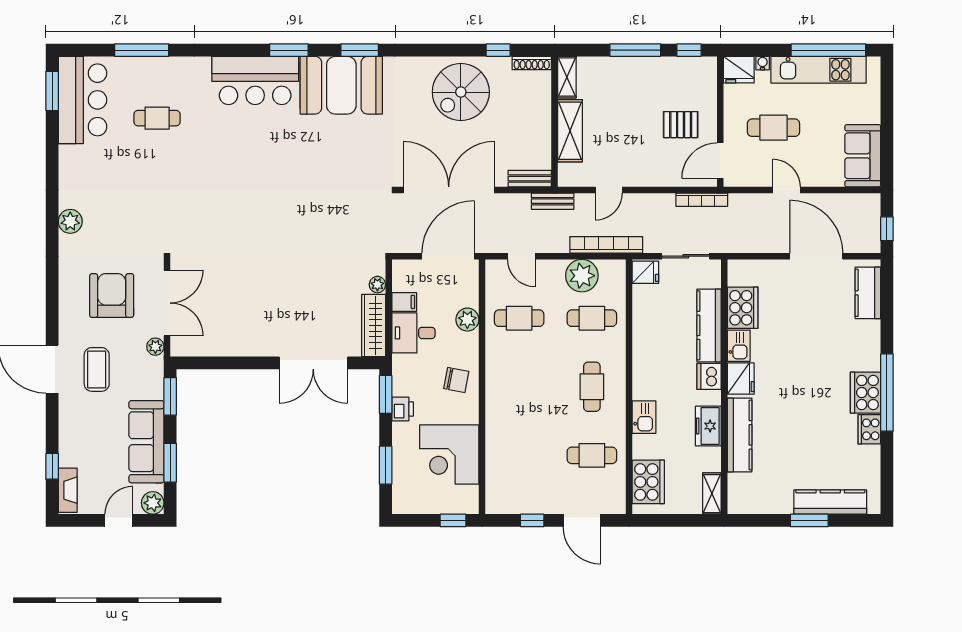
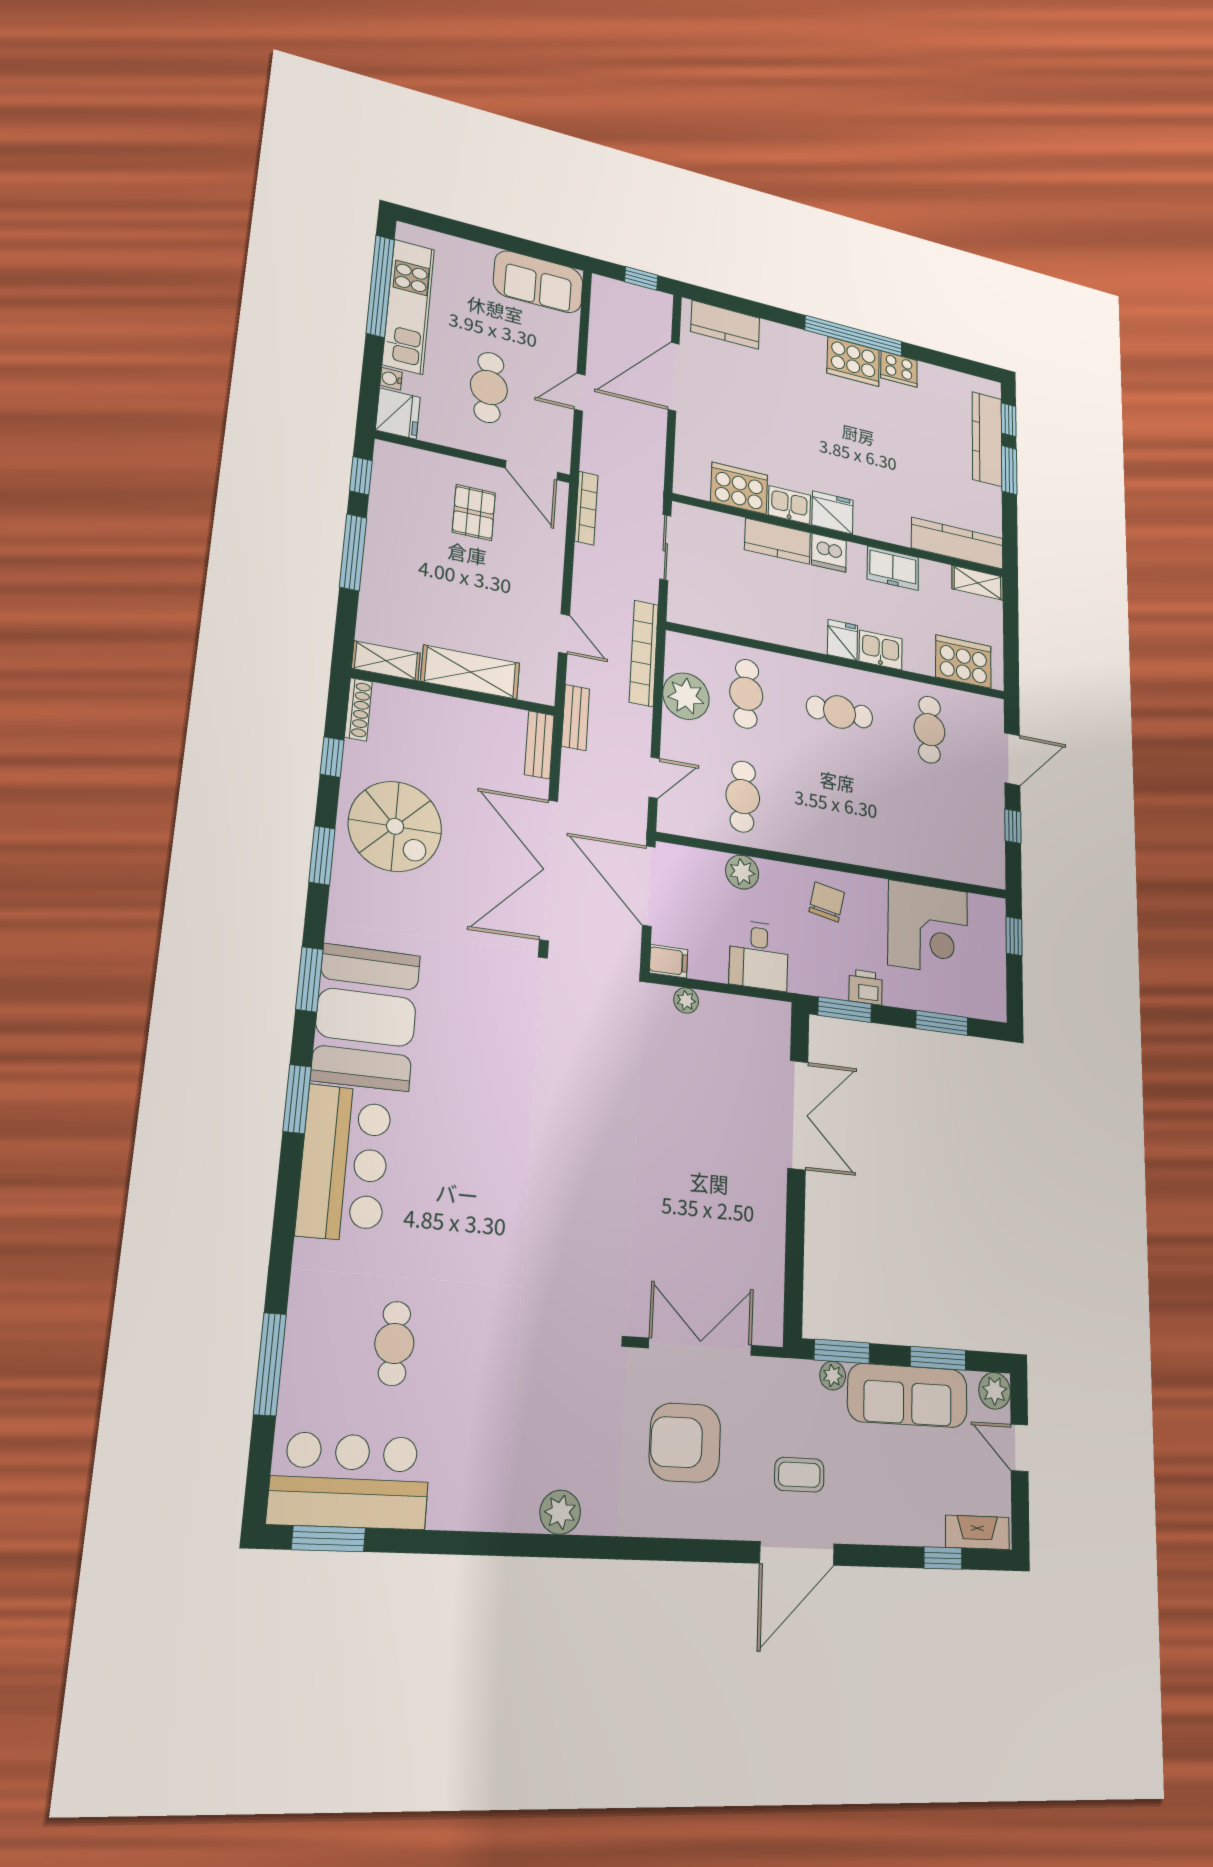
window: (436, 50) -> (322, 855), added
fridge: (645, 272) -> (843, 640), moved
filing cabinet: (404, 302) -> (669, 961), moved, turned 90
kitchen counter: (709, 325) -> (778, 541), width x0.67
wardrobe: (374, 326) -> (746, 1015), removed
plant: (155, 347) -> (833, 1376), moved
coffee table: (97, 369) -> (799, 1475), width x0.73, depth x0.77
kitchen counter: (740, 435) -> (957, 543), moved
window: (851, 520) -> (1009, 420), added

